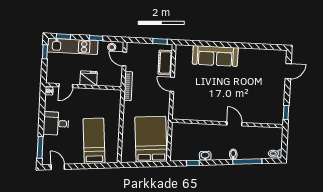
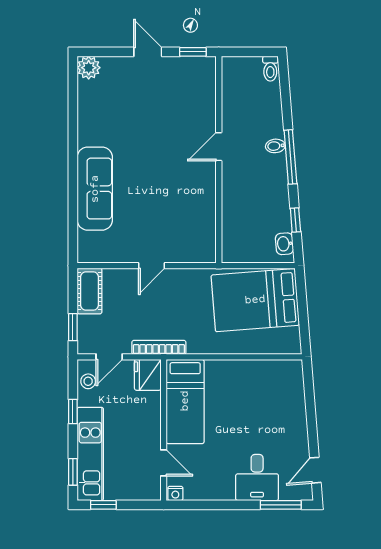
window: (160, 41) -> (73, 327), moved
plant: (280, 56) -> (89, 68), added
cot: (165, 63) -> (90, 291), moved, turned 90
door: (288, 71) -> (148, 52), moved
fridge: (89, 78) -> (148, 375), moved
desk: (56, 124) -> (257, 478), moved
bed: (94, 141) -> (185, 401), moved, turned -85
washbasin: (205, 156) -> (284, 244), moved
window: (247, 161) -> (290, 157), moved

